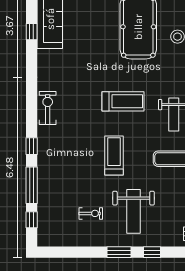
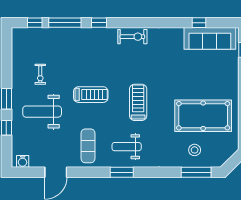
treadmill: (123, 101) -> (138, 102), turned 180

